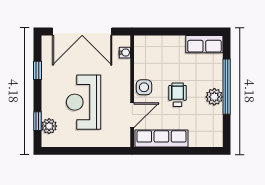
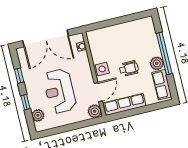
row of seats: (204, 44) -> (162, 85), moved, turned 90
wheelchair: (178, 95) -> (129, 69), turned 90
window: (38, 121) -> (26, 102), moved
plant: (122, 138) -> (95, 111), added

